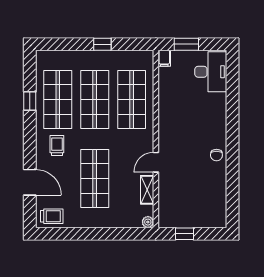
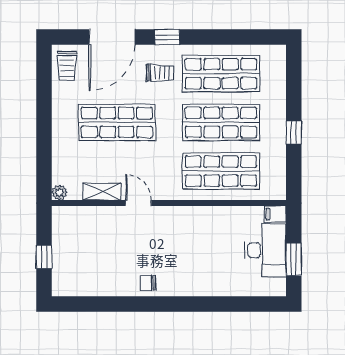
window: (186, 44) -> (294, 259), moved
desk: (211, 72) -> (265, 250), moved, turned -90
window: (30, 101) -> (167, 37), moved
door: (30, 182) -> (112, 37), width x1.36
window: (184, 234) -> (44, 257), moved

